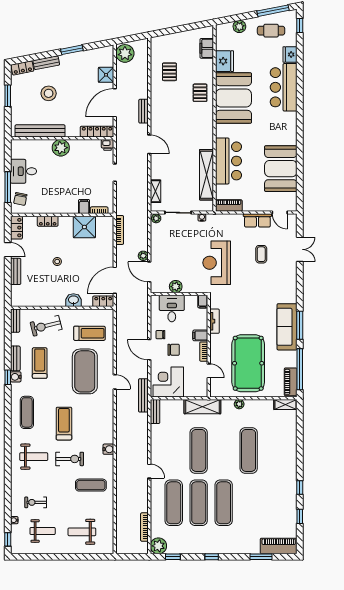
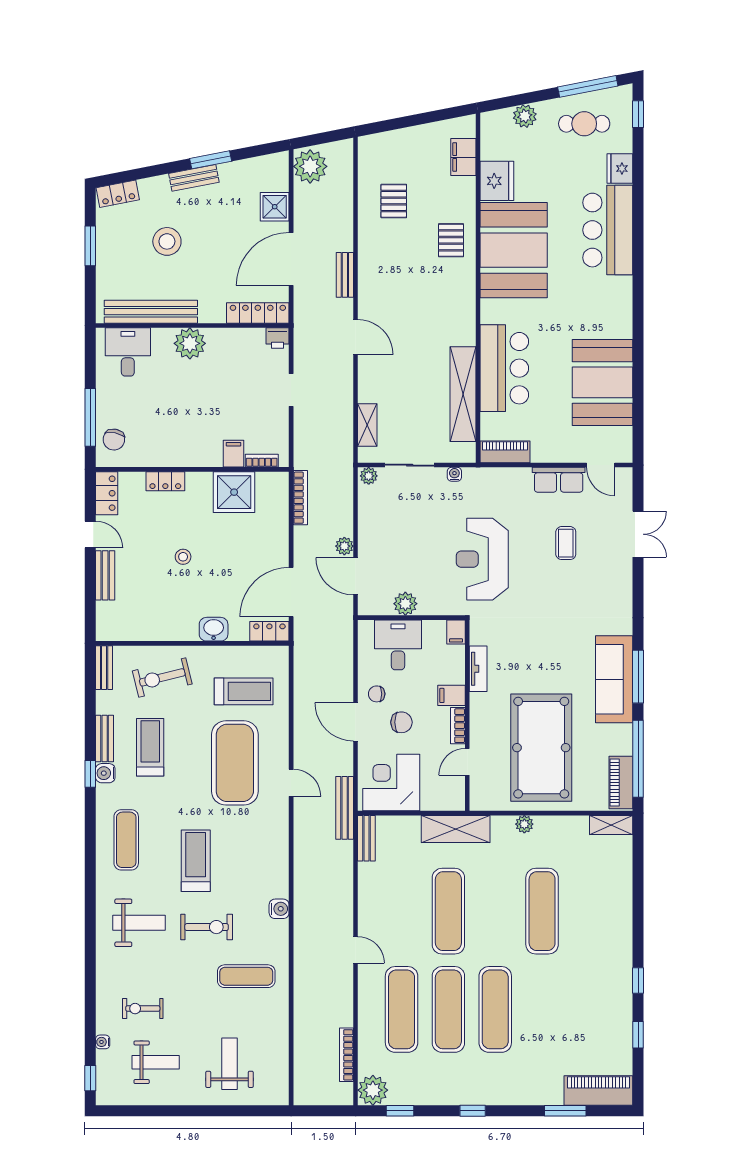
bench: (46, 63) -> (194, 178), moved
desk: (24, 171) -> (128, 352), moved, turned 90
door: (209, 371) -> (467, 762), swing flipped
weight bench: (82, 532) -> (229, 1064), turned 90

